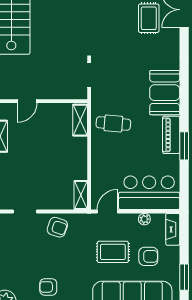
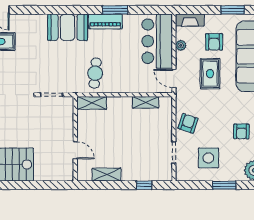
shelving: (81, 195) -> (146, 102), moved
side table: (19, 250) -> (208, 158), added
armchair: (148, 256) -> (214, 42), turned 180

